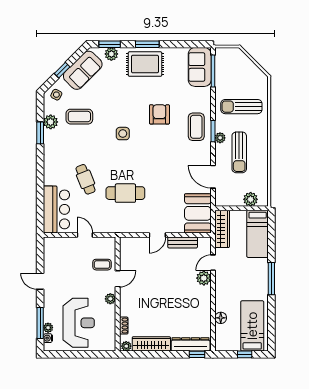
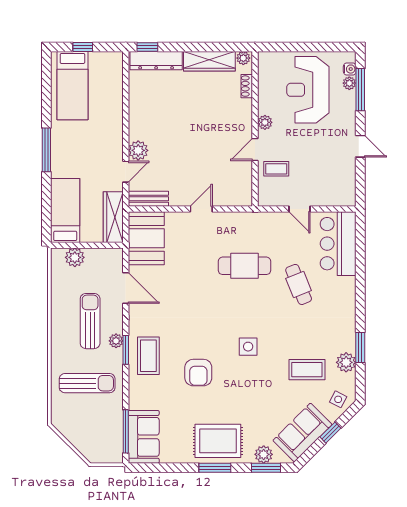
bench: (183, 242) -> (148, 199), moved
floor lamp: (221, 318) -> (115, 97), removed

